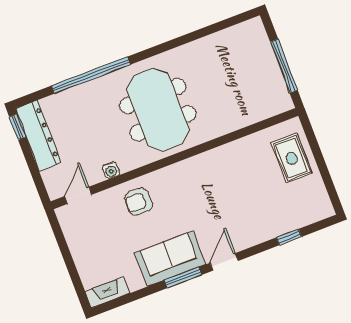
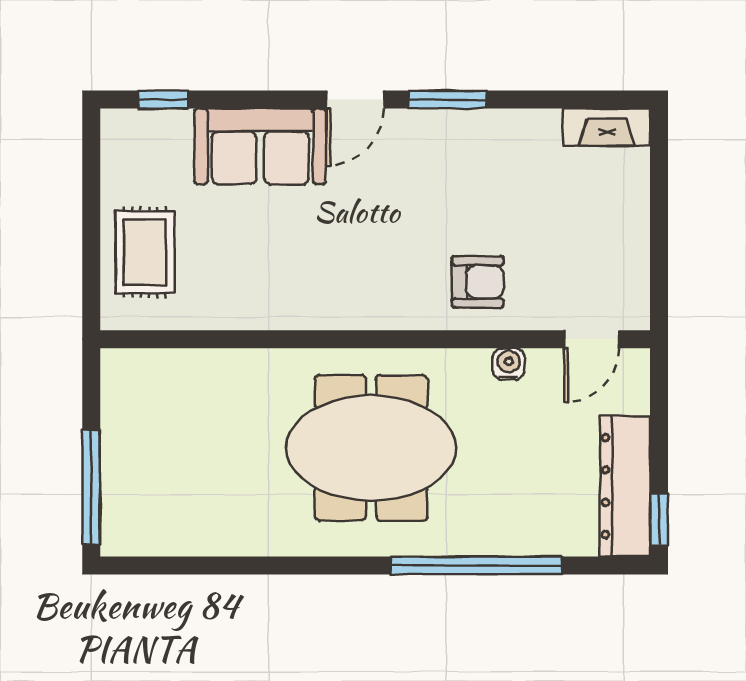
window: (284, 66) -> (91, 487), moved
meeting table: (158, 110) -> (371, 448), turned 90
window: (289, 237) -> (163, 100), moved
sofa: (170, 259) -> (260, 146), moved

